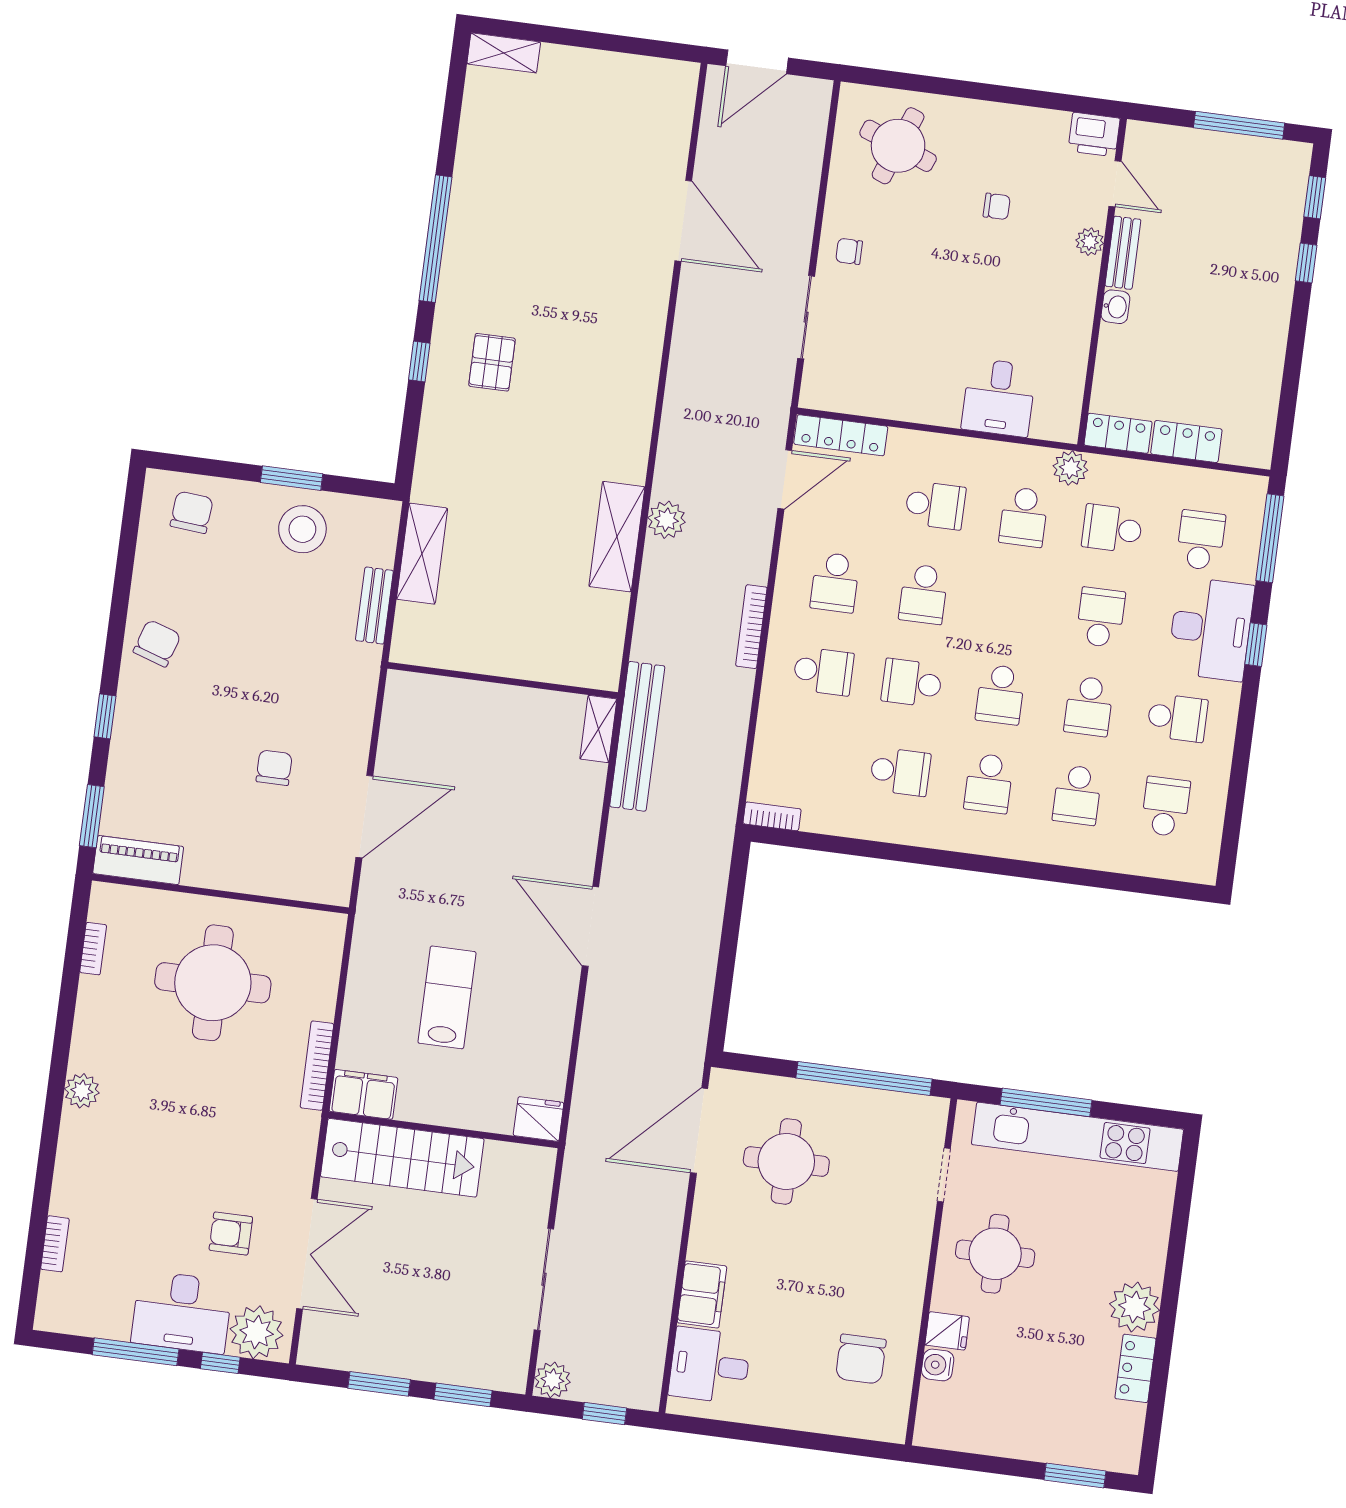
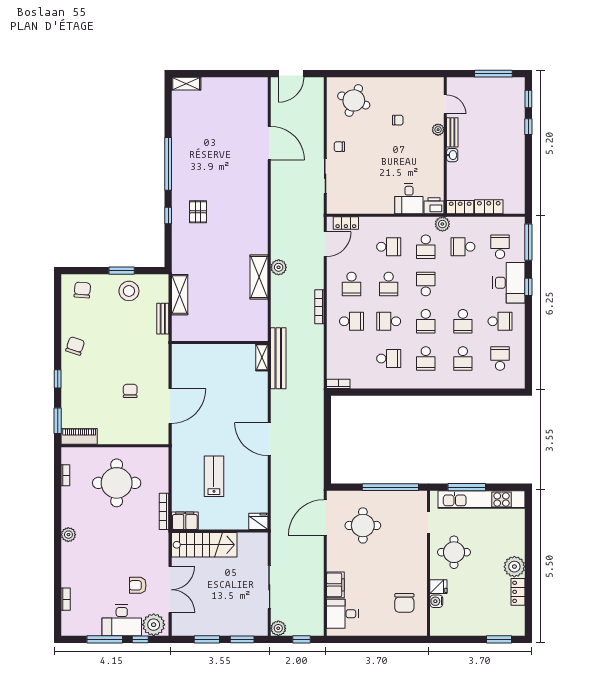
printer: (1094, 135) -> (434, 206), moved, turned 180
locker: (841, 435) -> (346, 223), width x0.66
school desk: (1101, 617) -> (426, 284), moved

